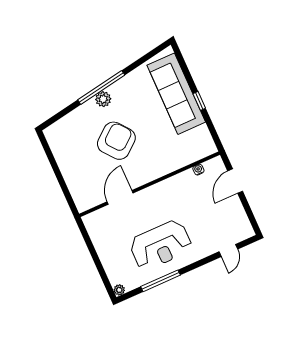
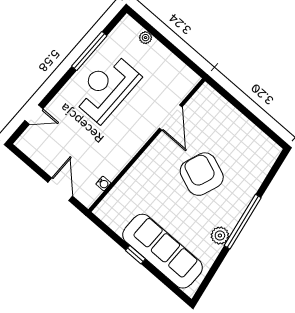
plant: (103, 99) -> (220, 235), moved
armchair: (116, 141) -> (202, 174), turned 150
door: (228, 250) -> (34, 115), swing flipped
plant: (119, 290) -> (146, 38), moved

